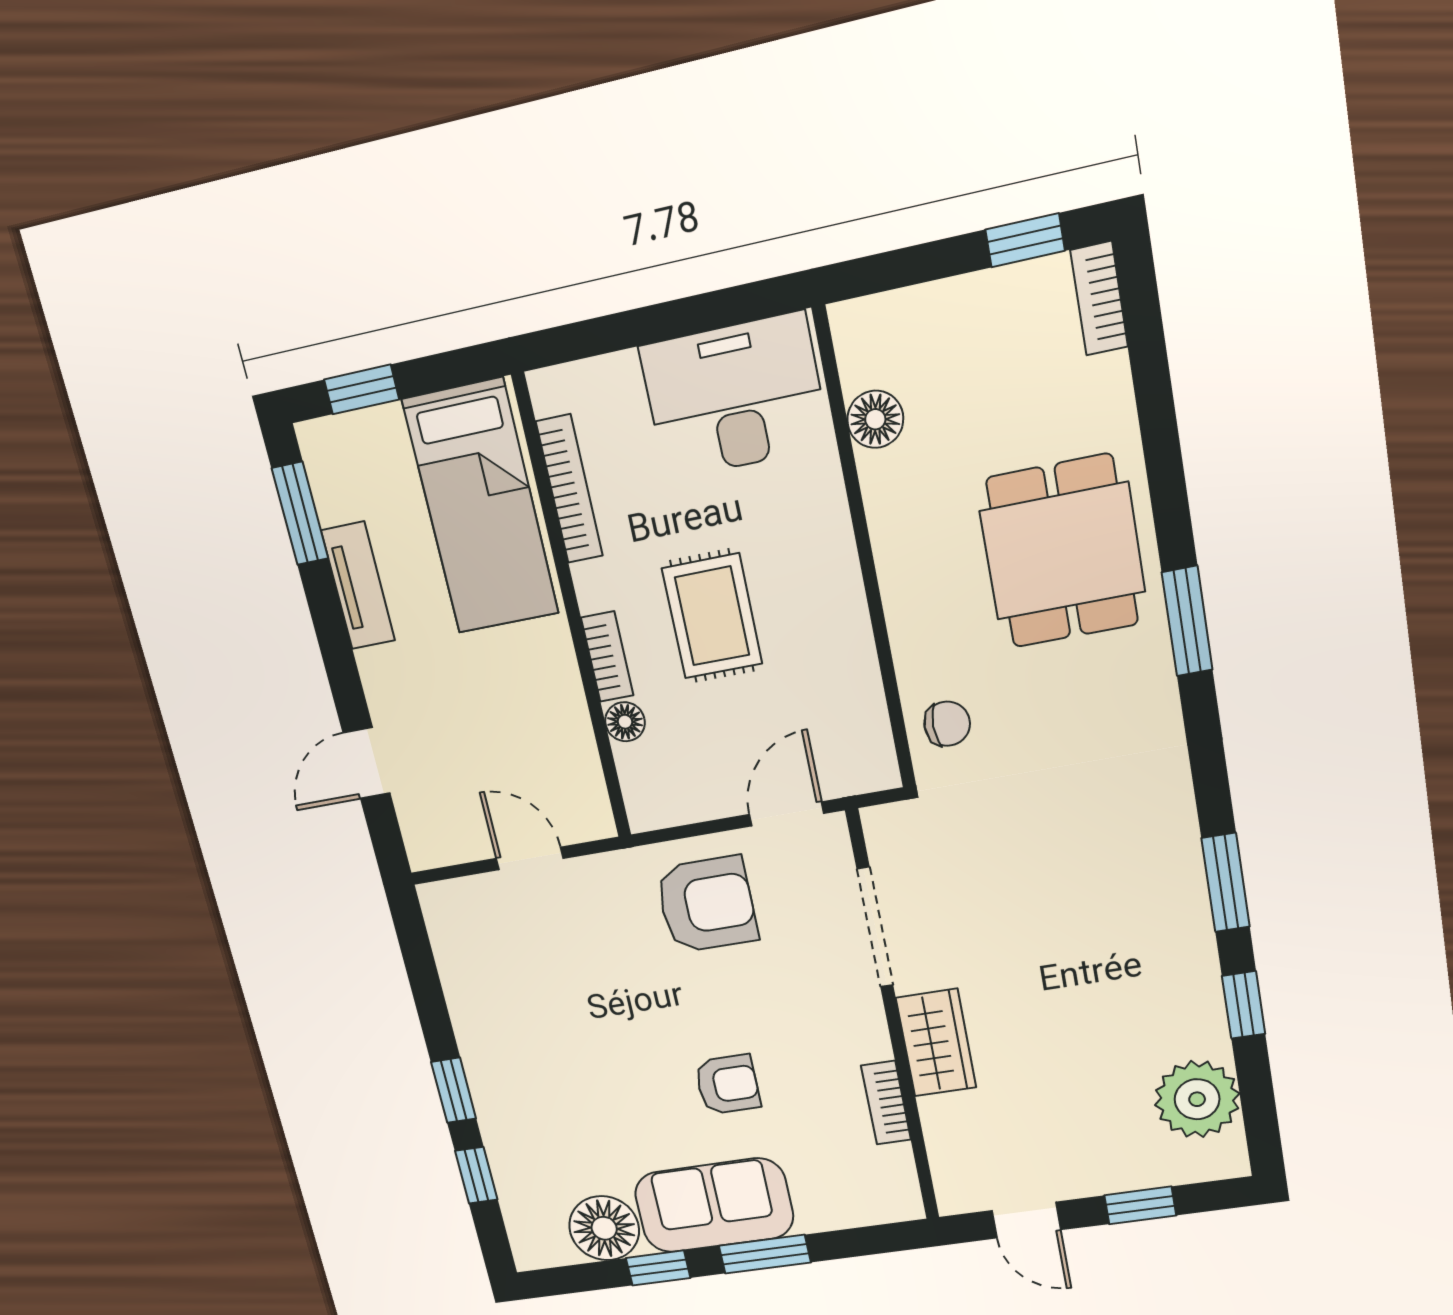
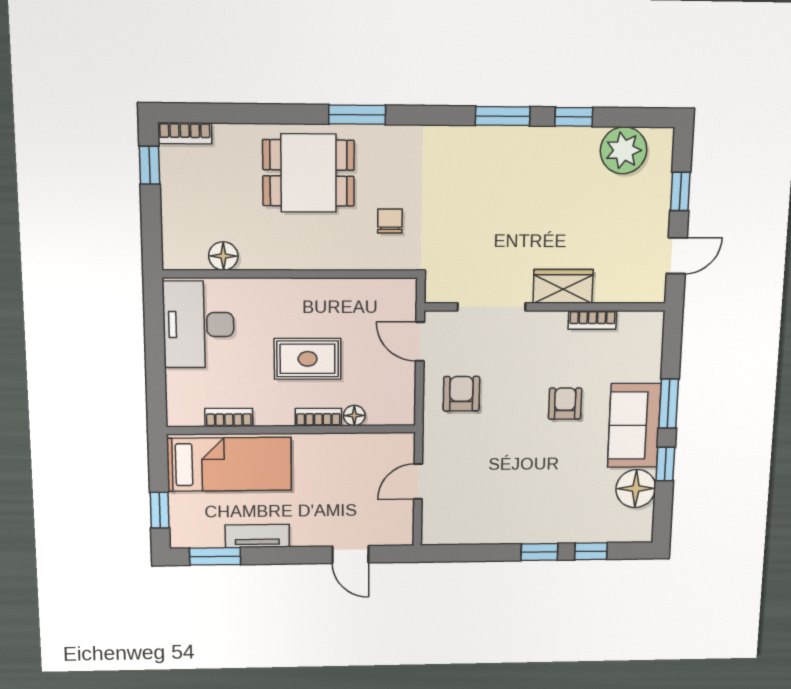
bookcase: (569, 489) -> (229, 418), width x0.64
chair: (947, 724) -> (390, 221), moved
armchair: (707, 904) -> (461, 394), width x0.72, depth x0.72

